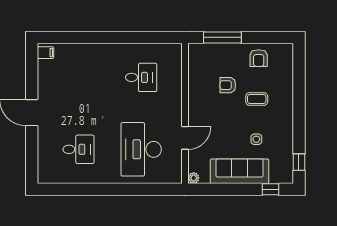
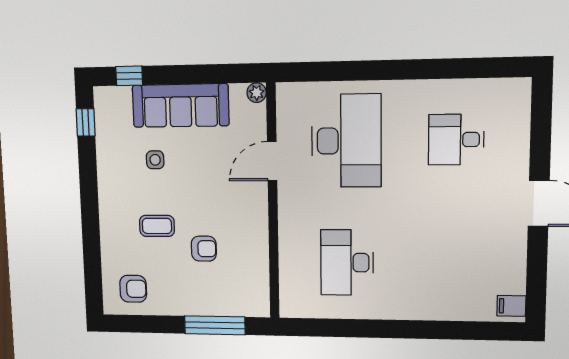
armchair: (259, 58) -> (133, 289), moved, turned 90
desk: (141, 77) -> (347, 263), width x1.37

